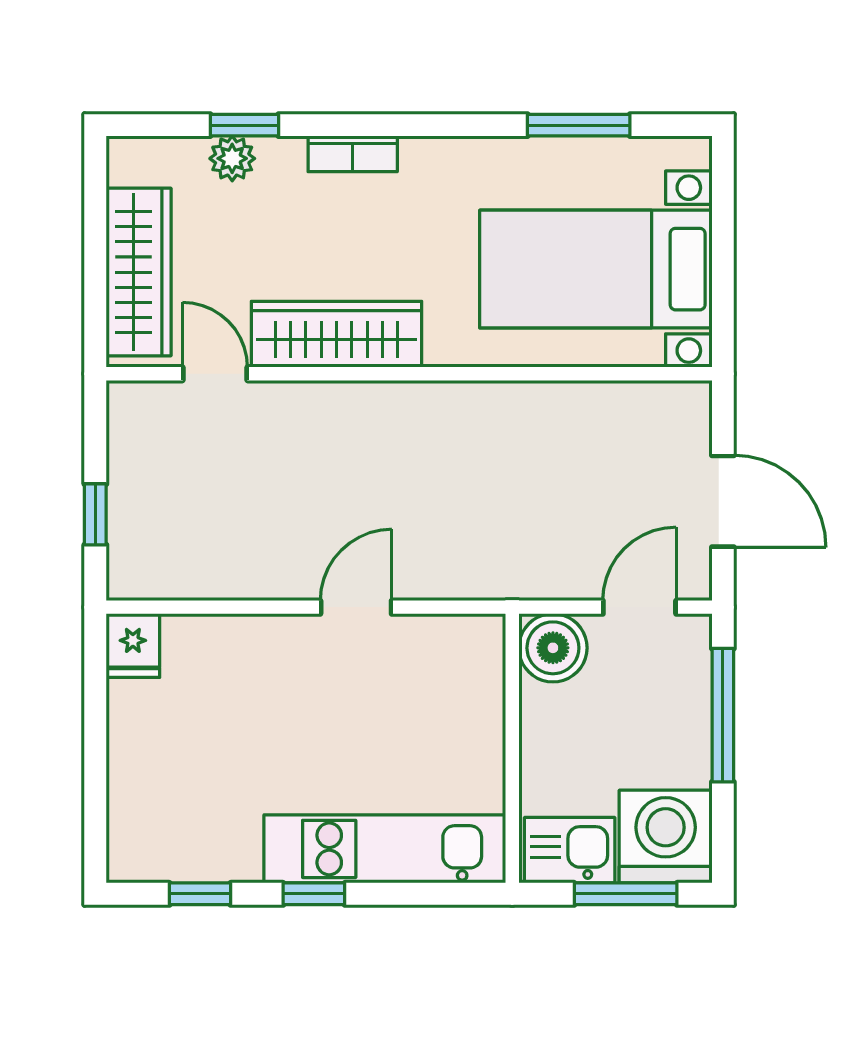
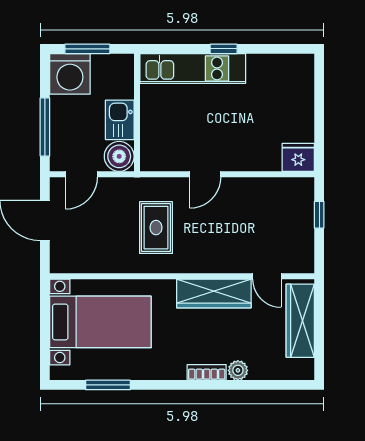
window: (244, 125) -> (254, 385), removed
plant: (232, 158) -> (238, 370), moved
rug: (469, 485) -> (156, 228), added
fridge: (133, 646) -> (298, 157), width x1.38
kitchen sink: (570, 850) -> (120, 120), moved, turned 90
window: (200, 894) -> (273, 49), removed

